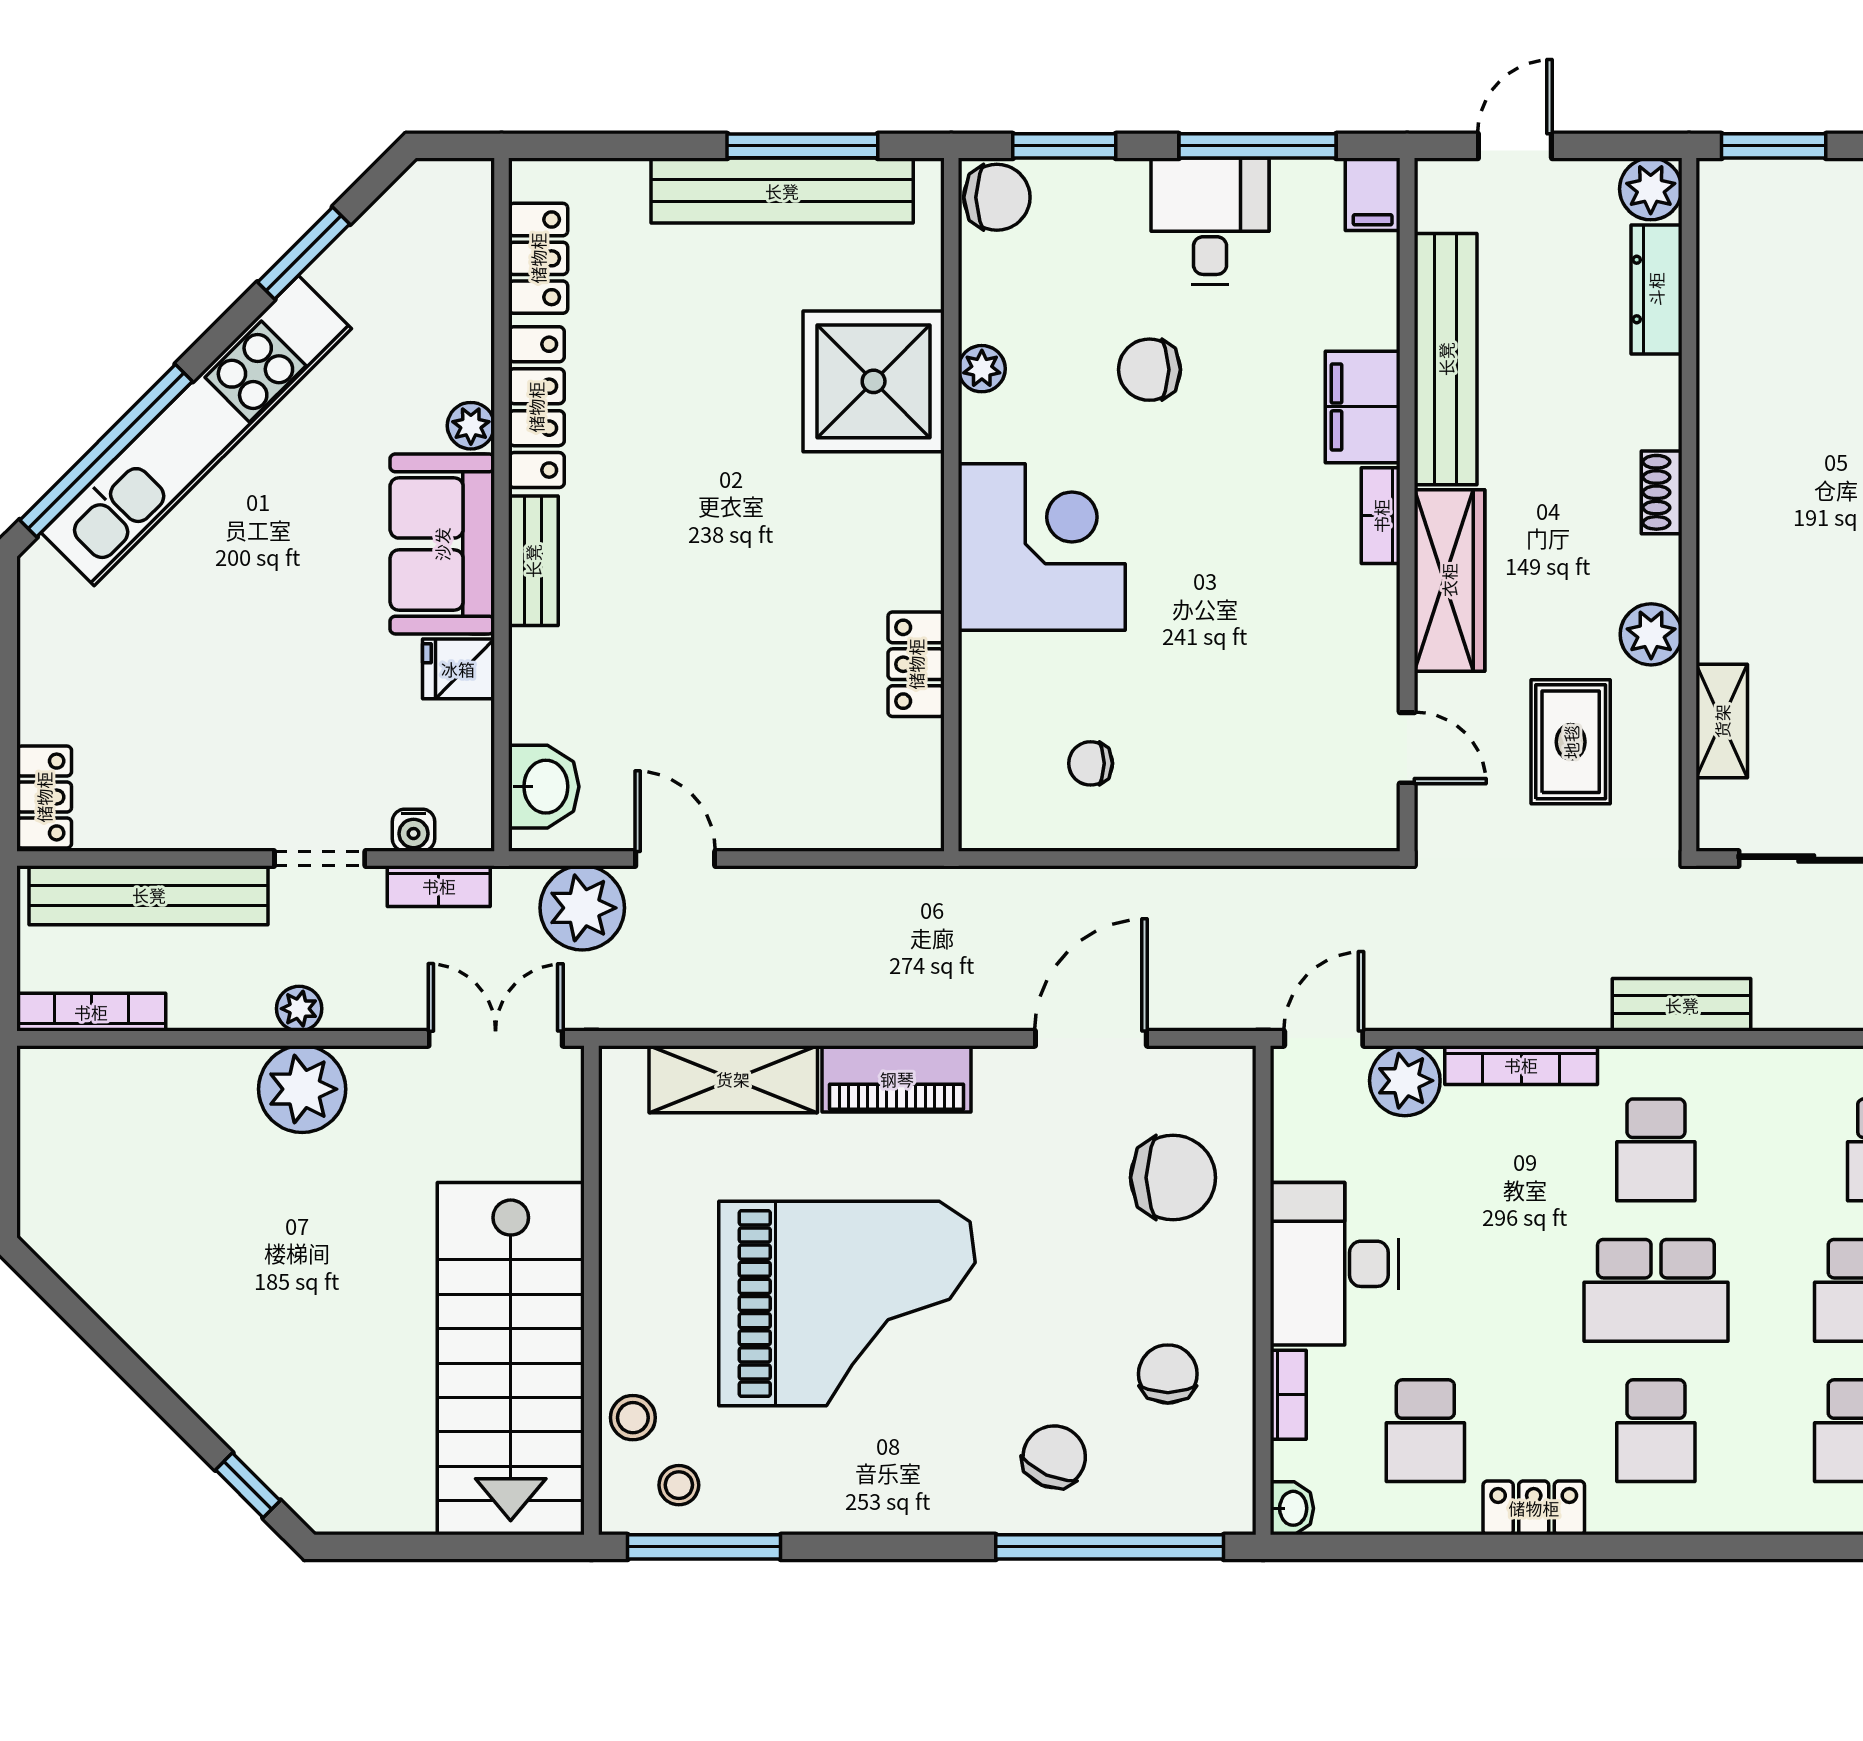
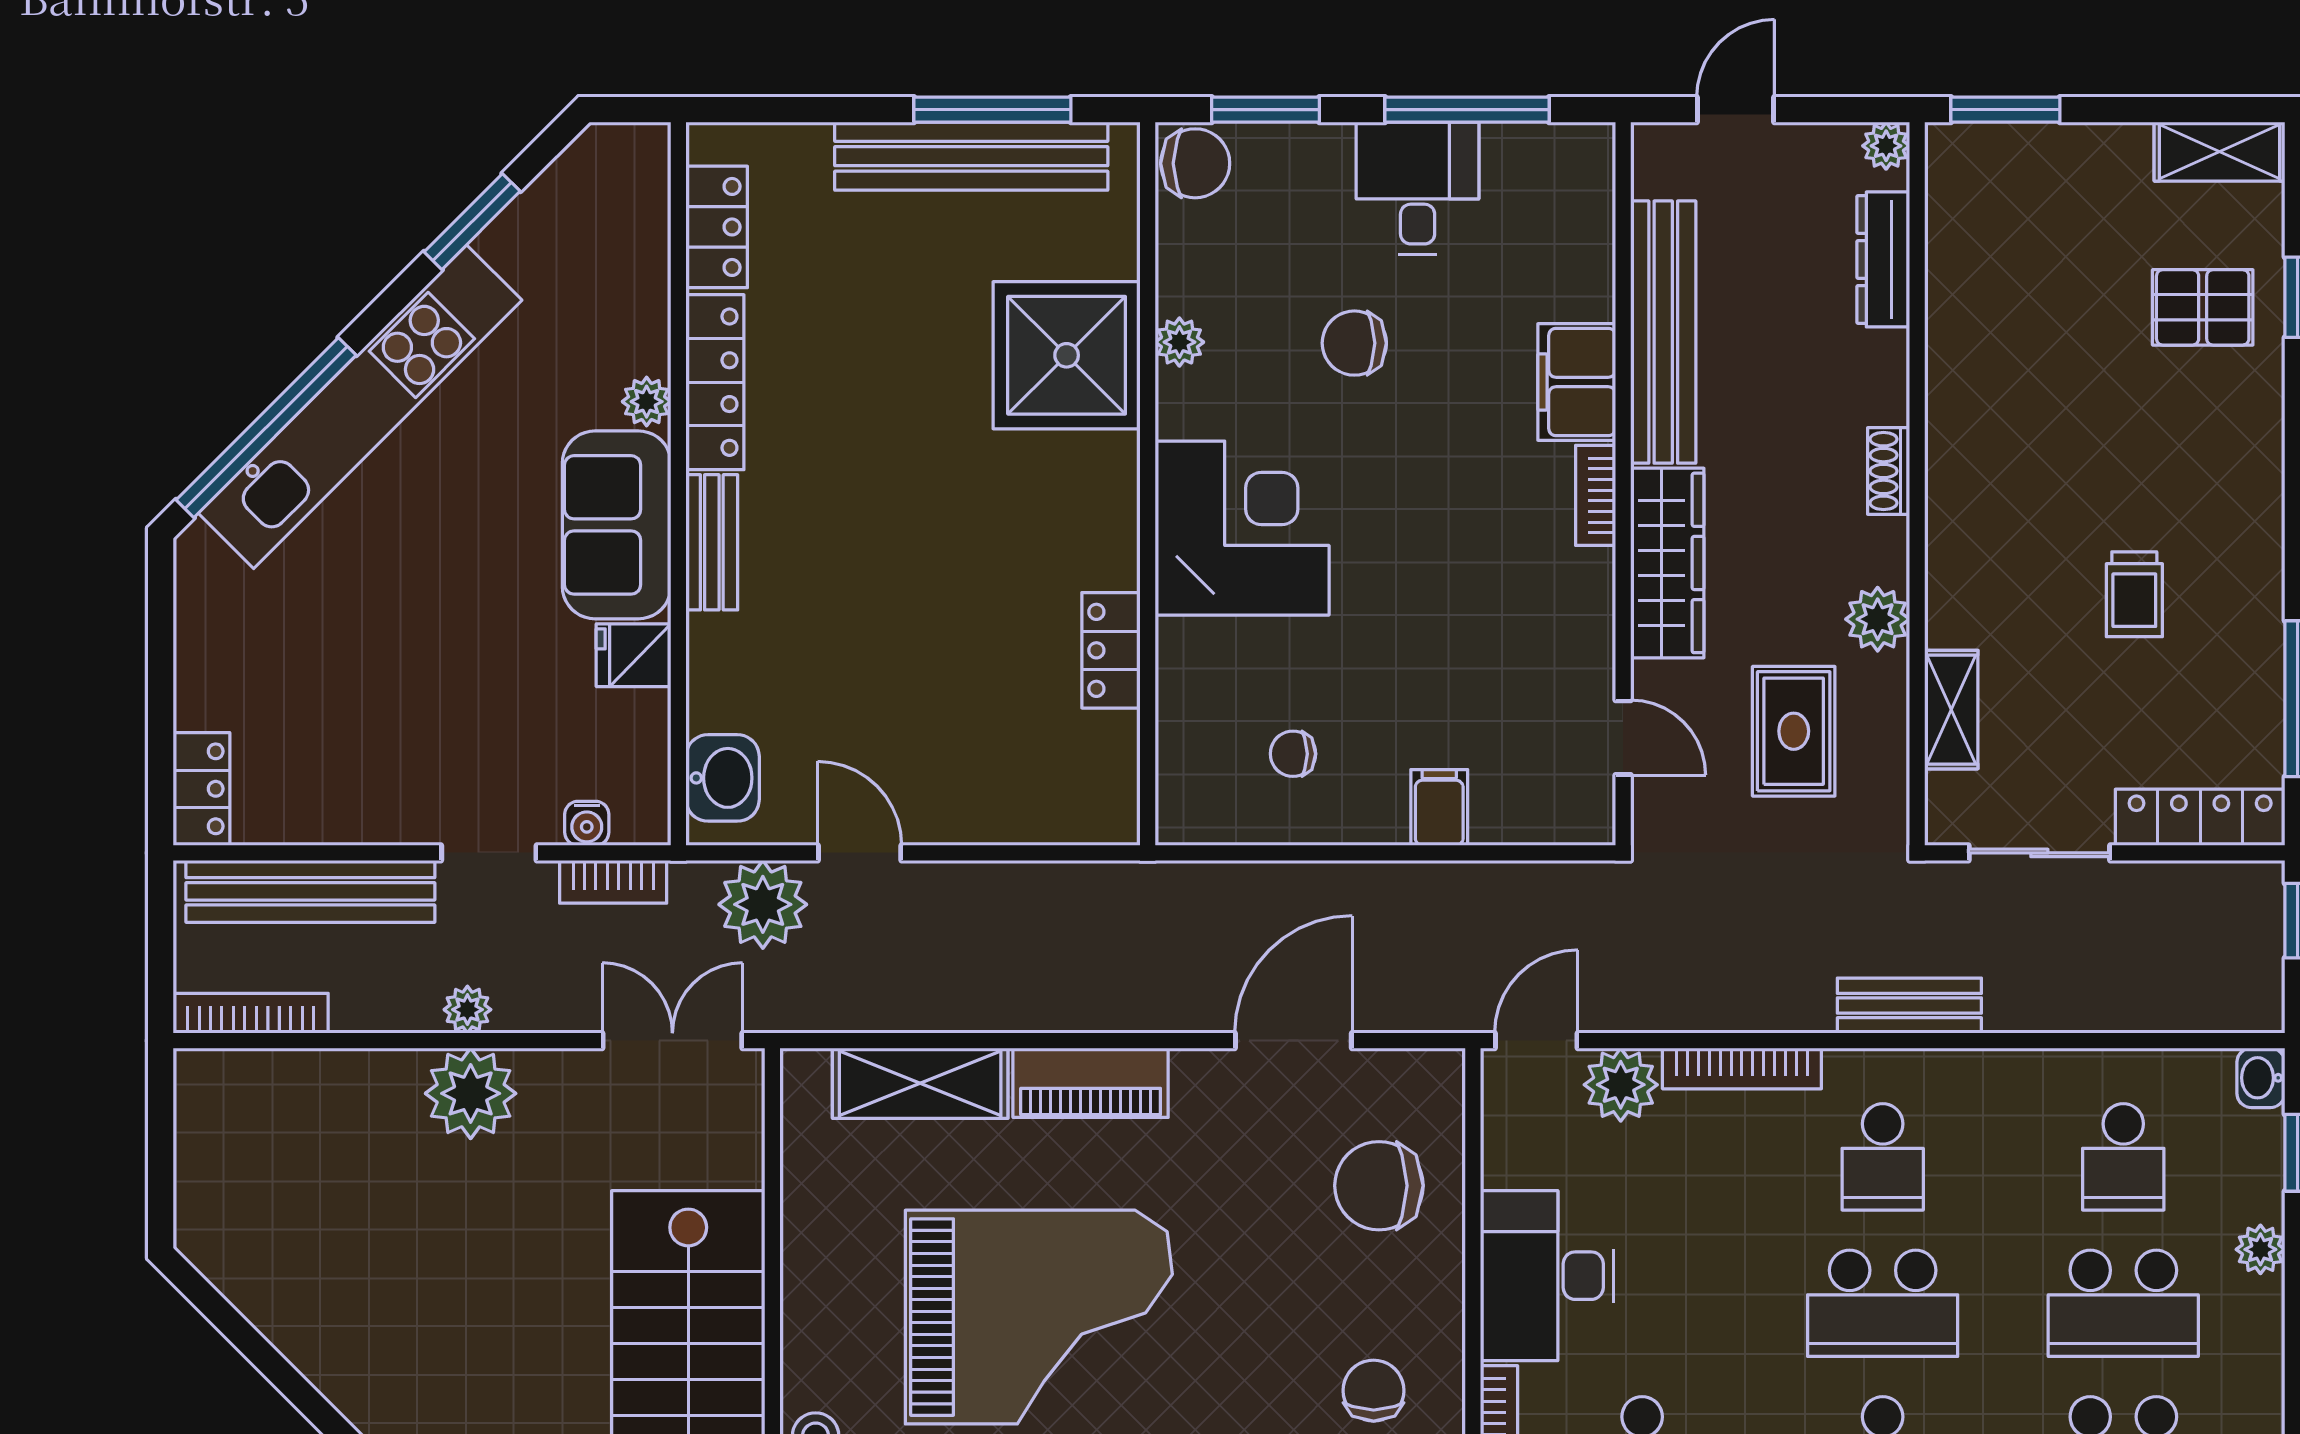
plant: (1651, 189) -> (1886, 146), width x0.73, depth x0.73
filing cabinet: (1373, 194) -> (1439, 807), moved, turned 180
chair: (1173, 1178) -> (1379, 1186), turned 180

